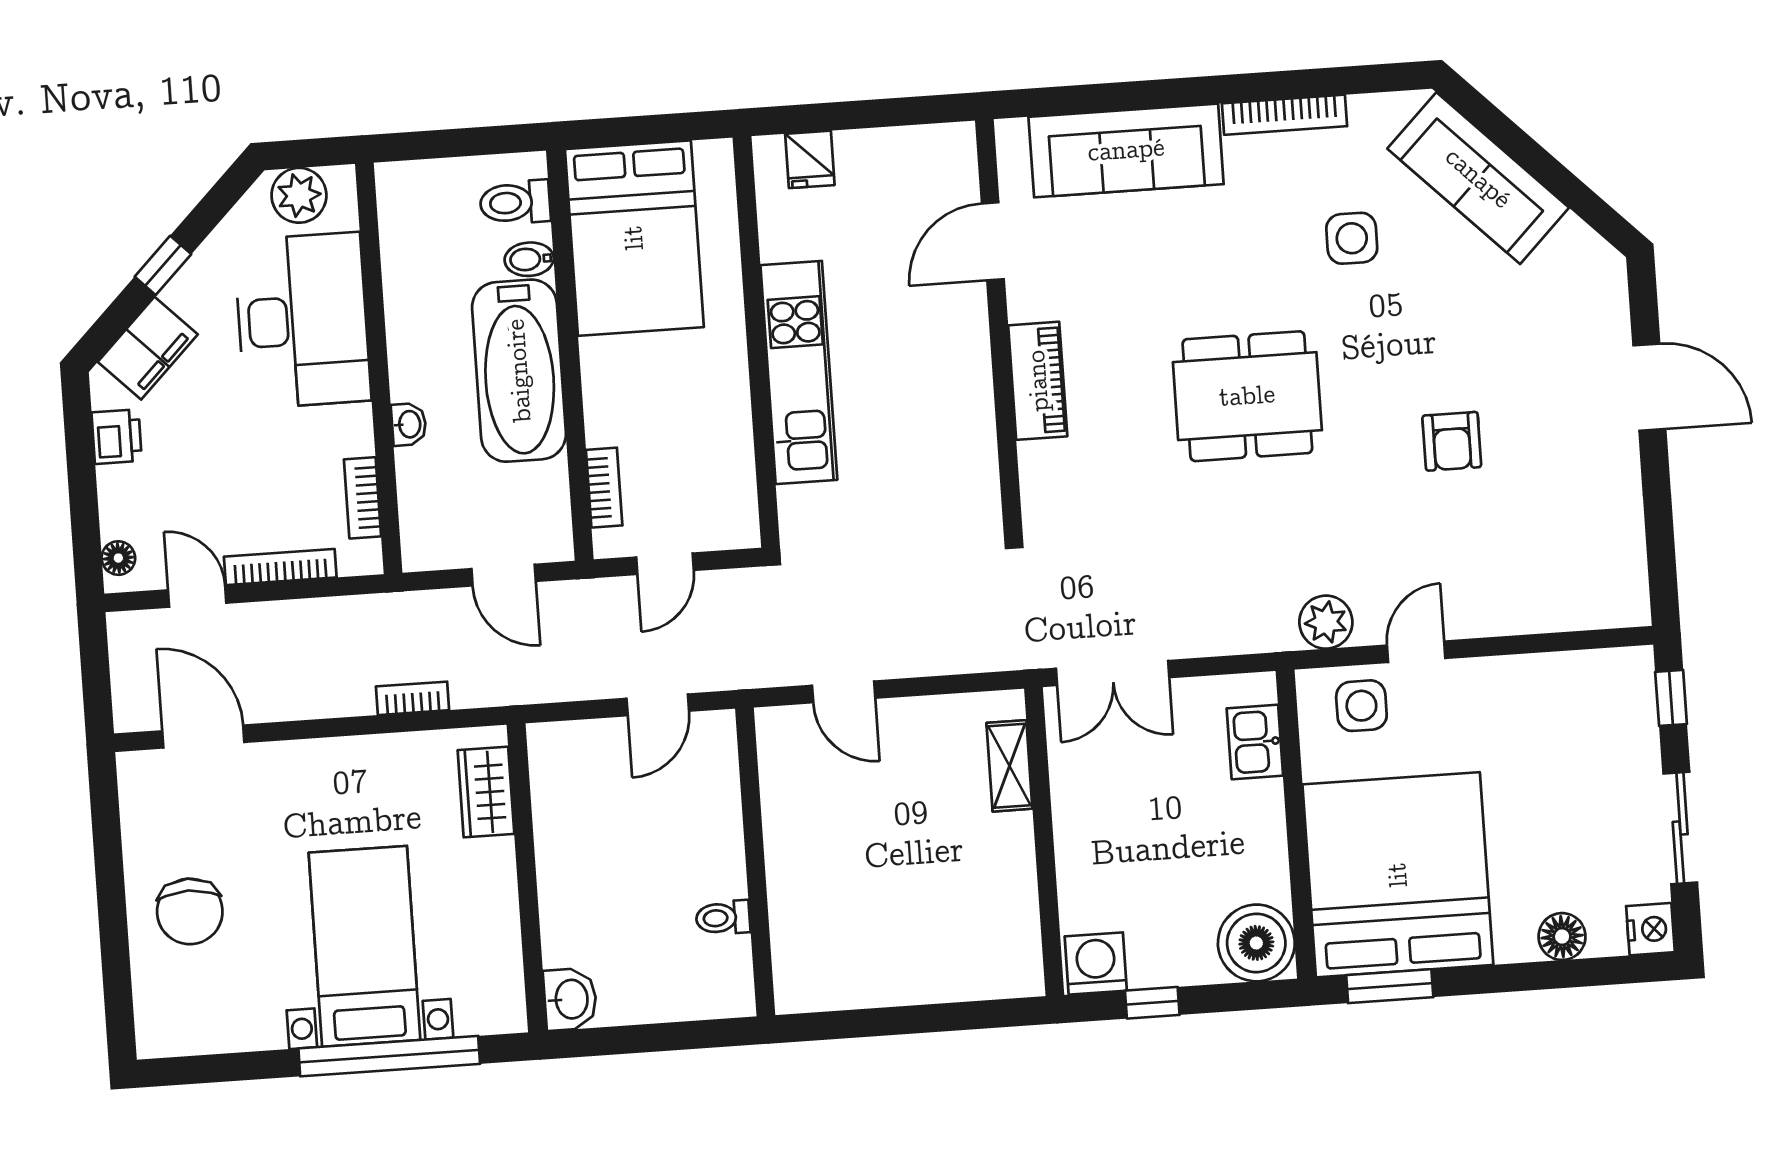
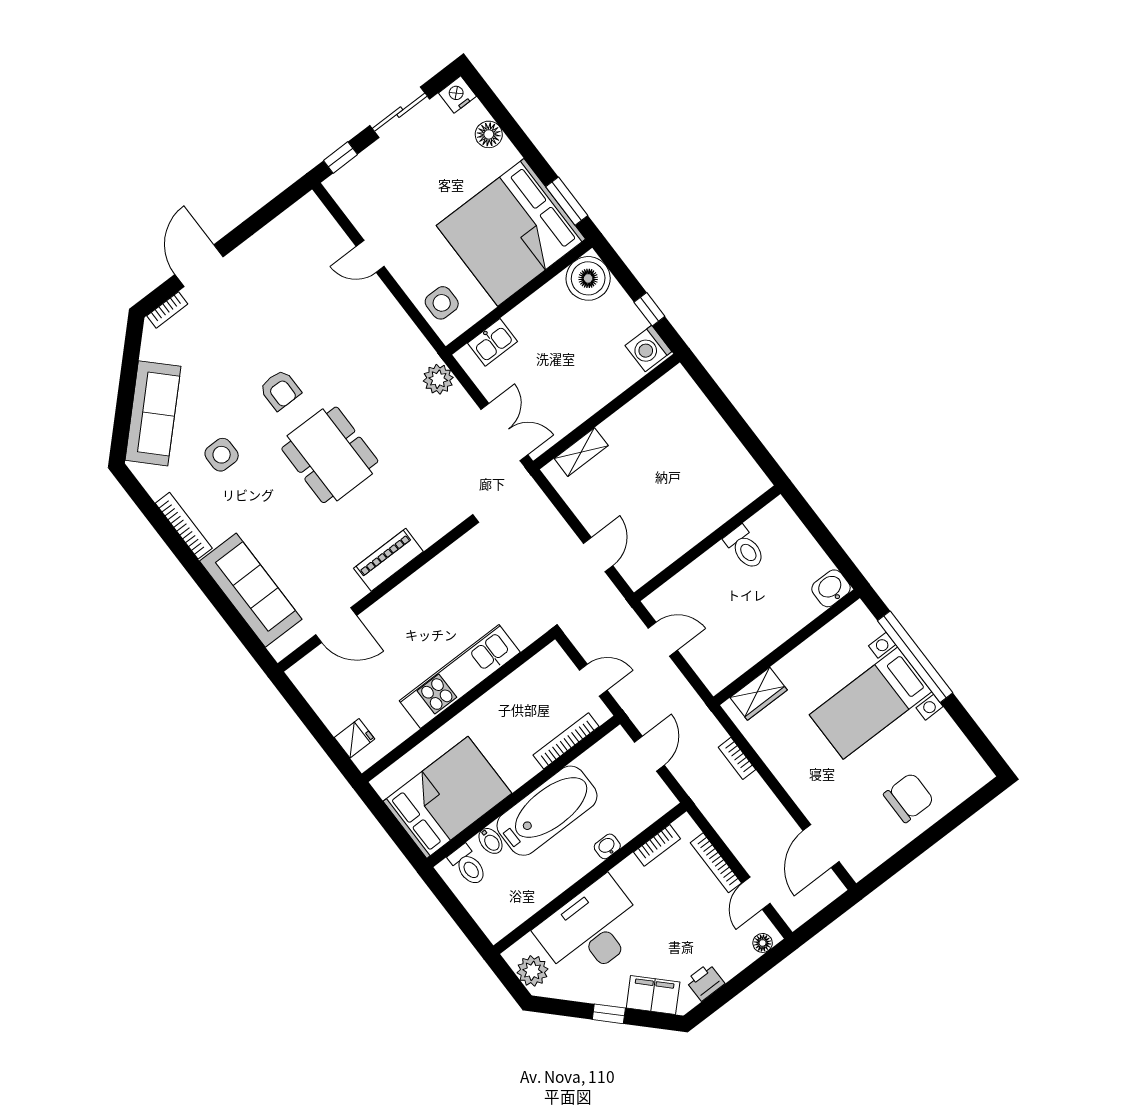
bookcase: (1615, 298) -> (167, 310), added
armchair: (1452, 441) -> (280, 390), moved, turned 90
bookcase: (604, 488) -> (566, 741), width x1.56
plant: (1326, 622) -> (438, 379), moved
door: (1416, 652) -> (370, 256), moved
toilet: (723, 918) -> (745, 548), width x1.37, depth x1.39

